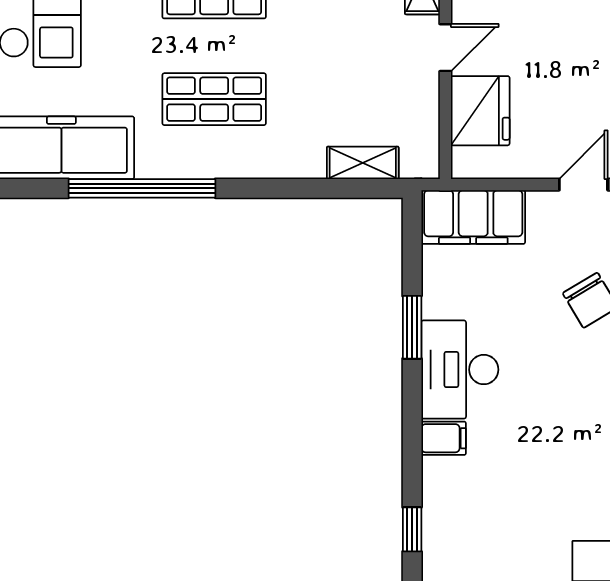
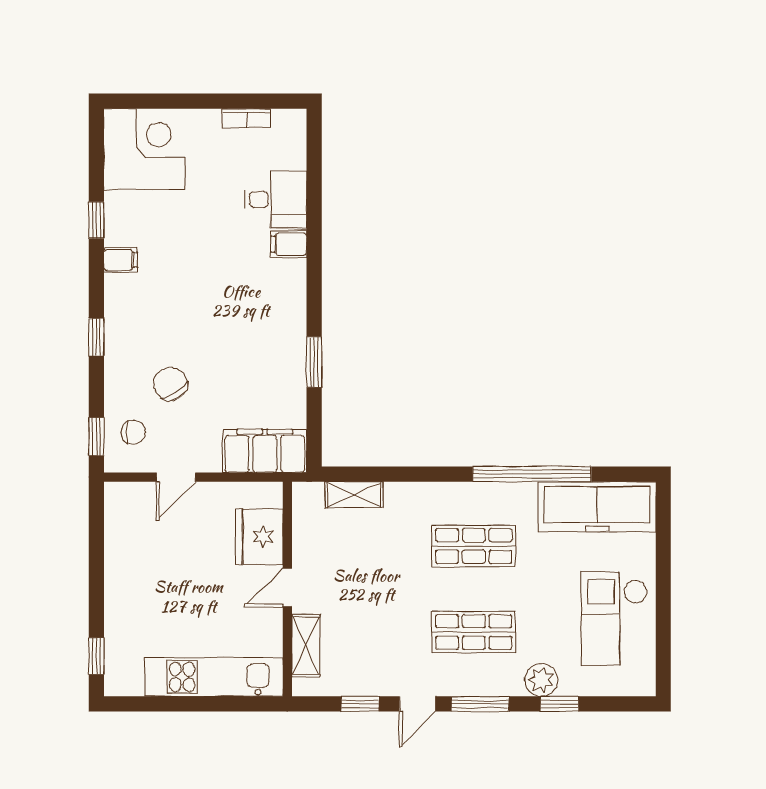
desk: (460, 370) -> (276, 199), moved, width x0.73
filing cabinet: (444, 438) -> (289, 244), moved
window: (412, 529) -> (314, 199), removed

